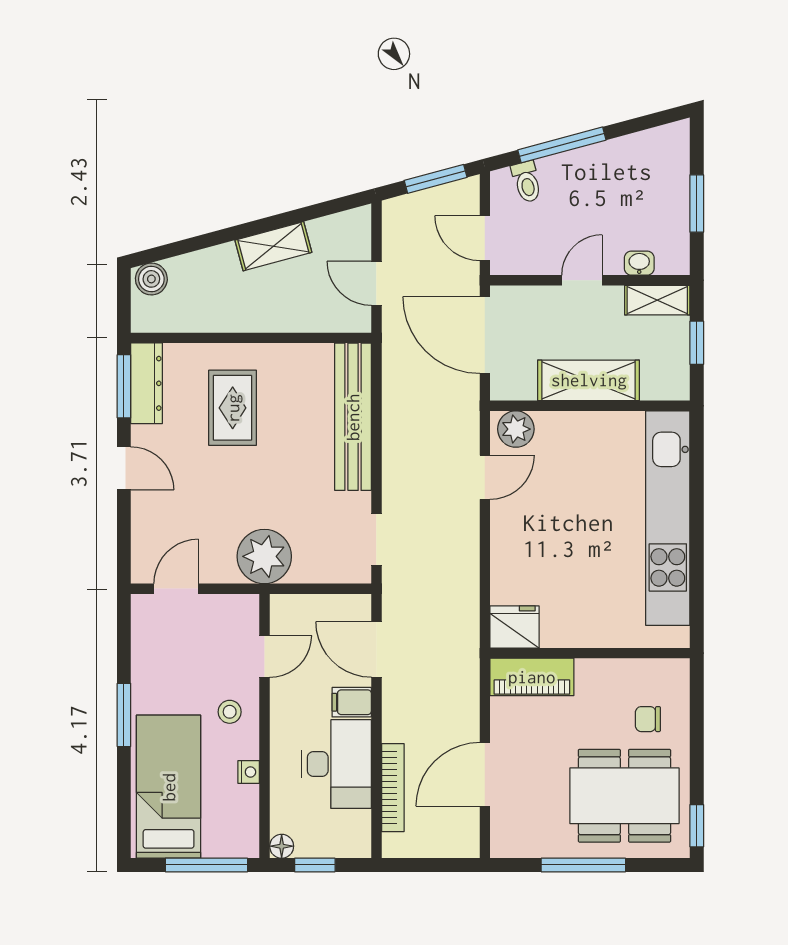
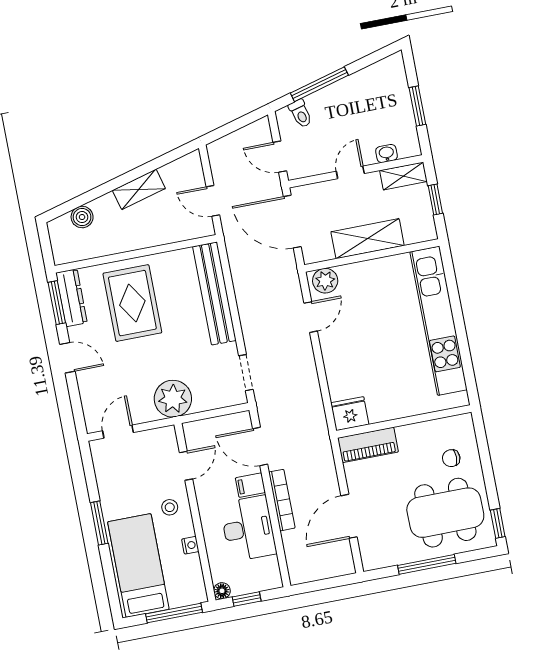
window: (436, 179) -> (239, 123), removed
boiler: (151, 279) -> (82, 217), moved
rug: (233, 408) -> (132, 303), width x1.36, depth x1.43
bookcase: (393, 788) -> (282, 500), moved

